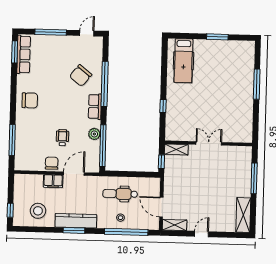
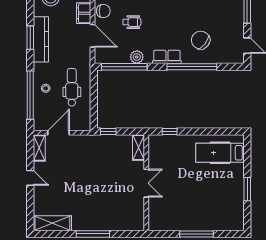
double door: (209, 143) -> (146, 183), moved
wall: (209, 143) -> (146, 183), moved
shelving: (176, 149) -> (139, 148), moved

